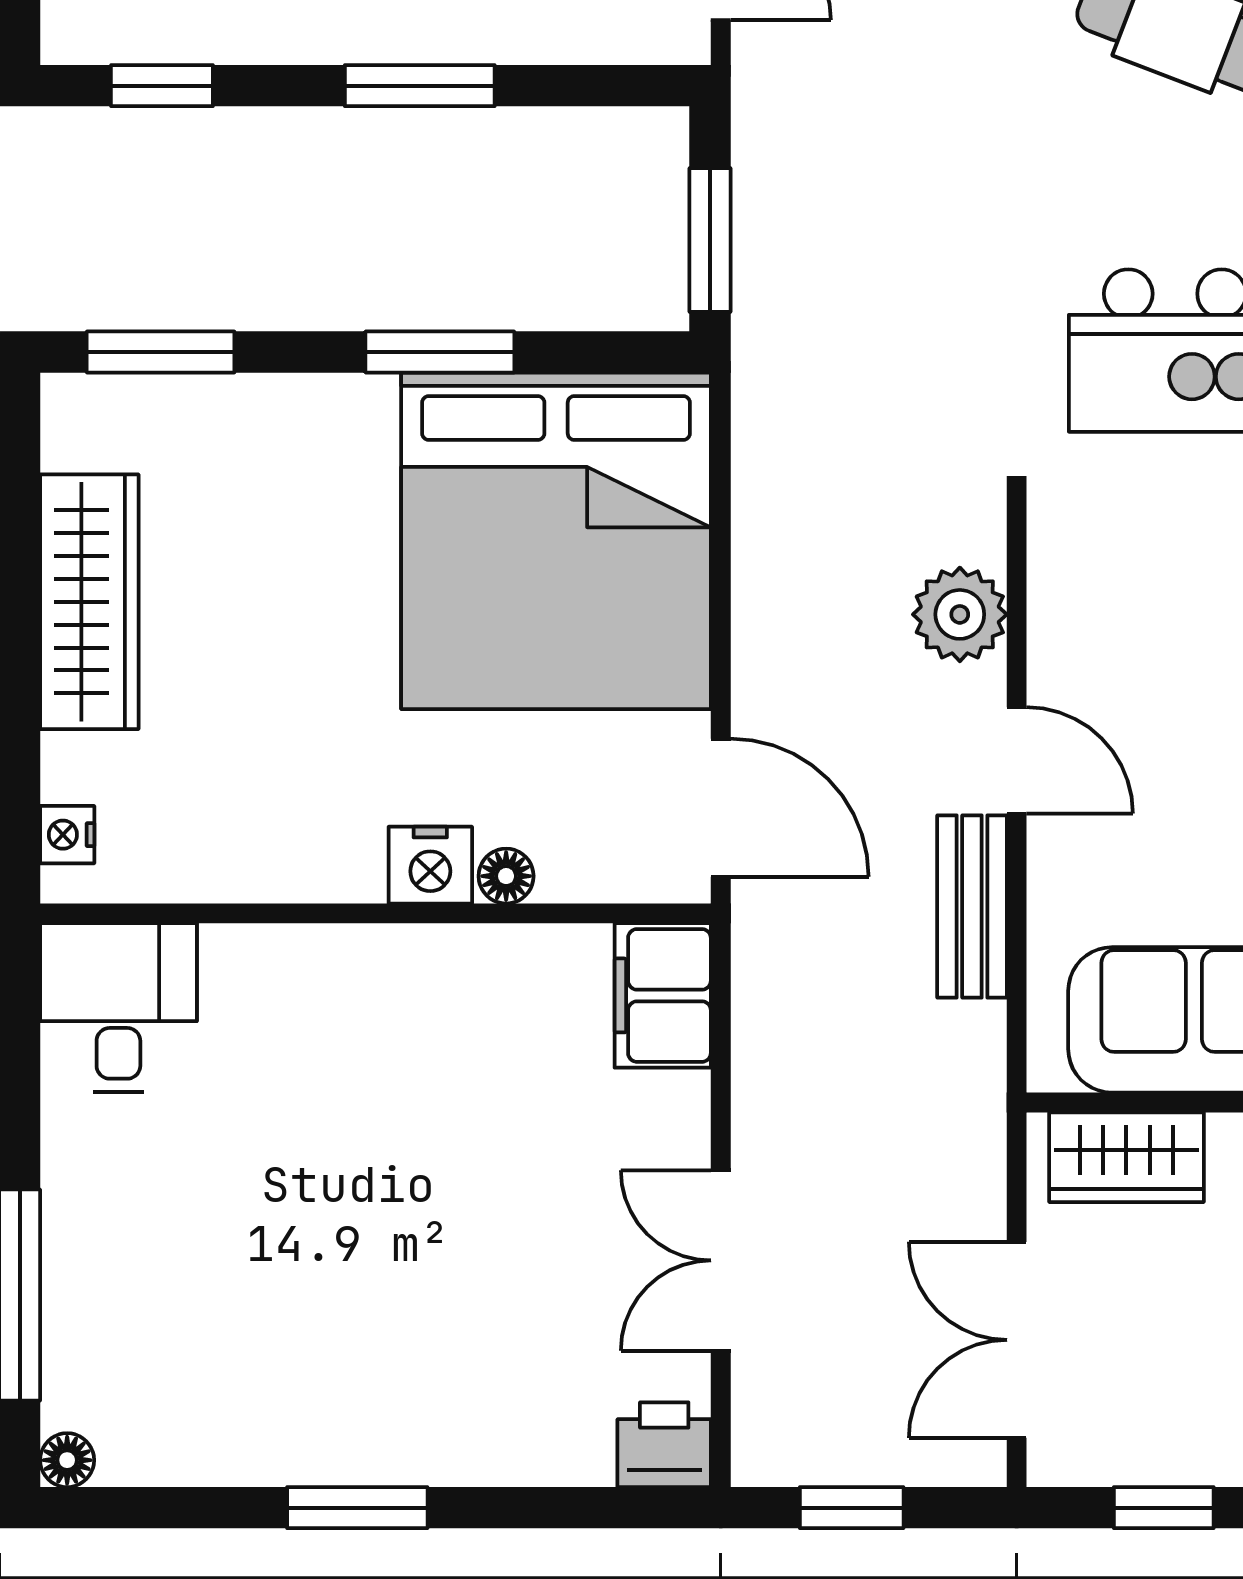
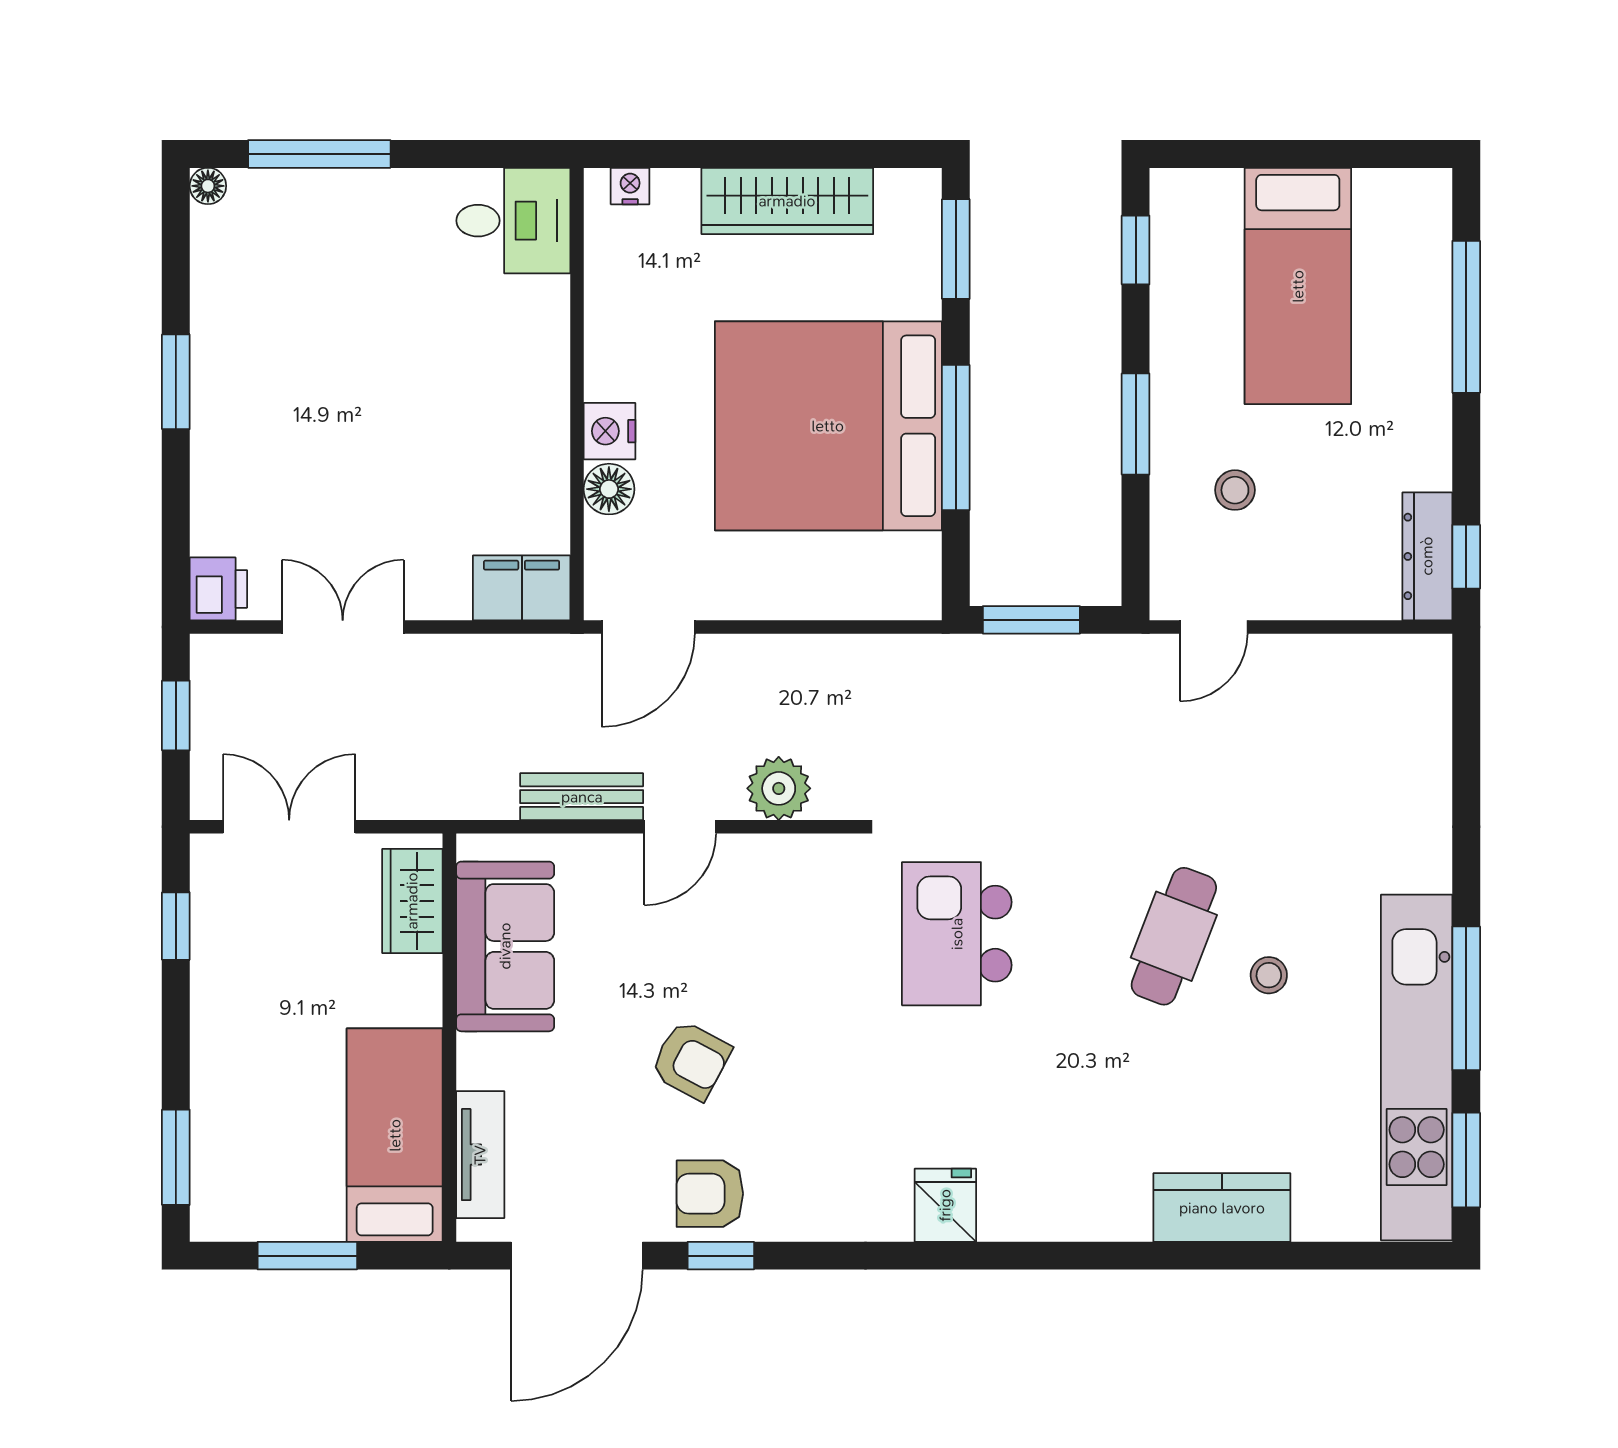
window: (440, 352) -> (956, 438), width x1.44
bed: (556, 541) -> (828, 426), moved
floor lamp: (506, 876) -> (609, 489), width x1.37, depth x1.37

